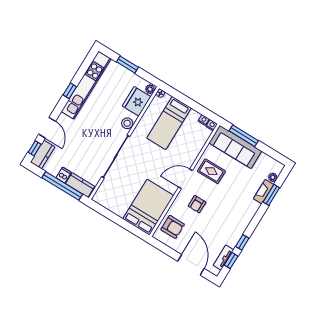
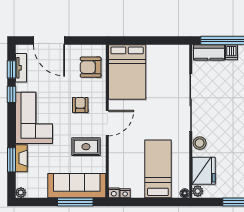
plant: (273, 177) -> (21, 193), moved
corner sofa: (236, 215) -> (34, 118), added

